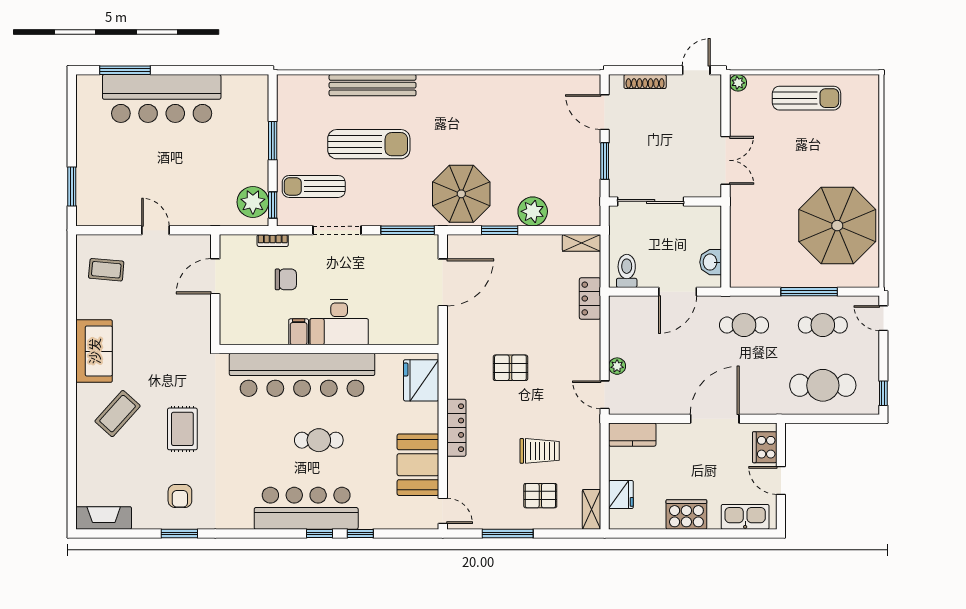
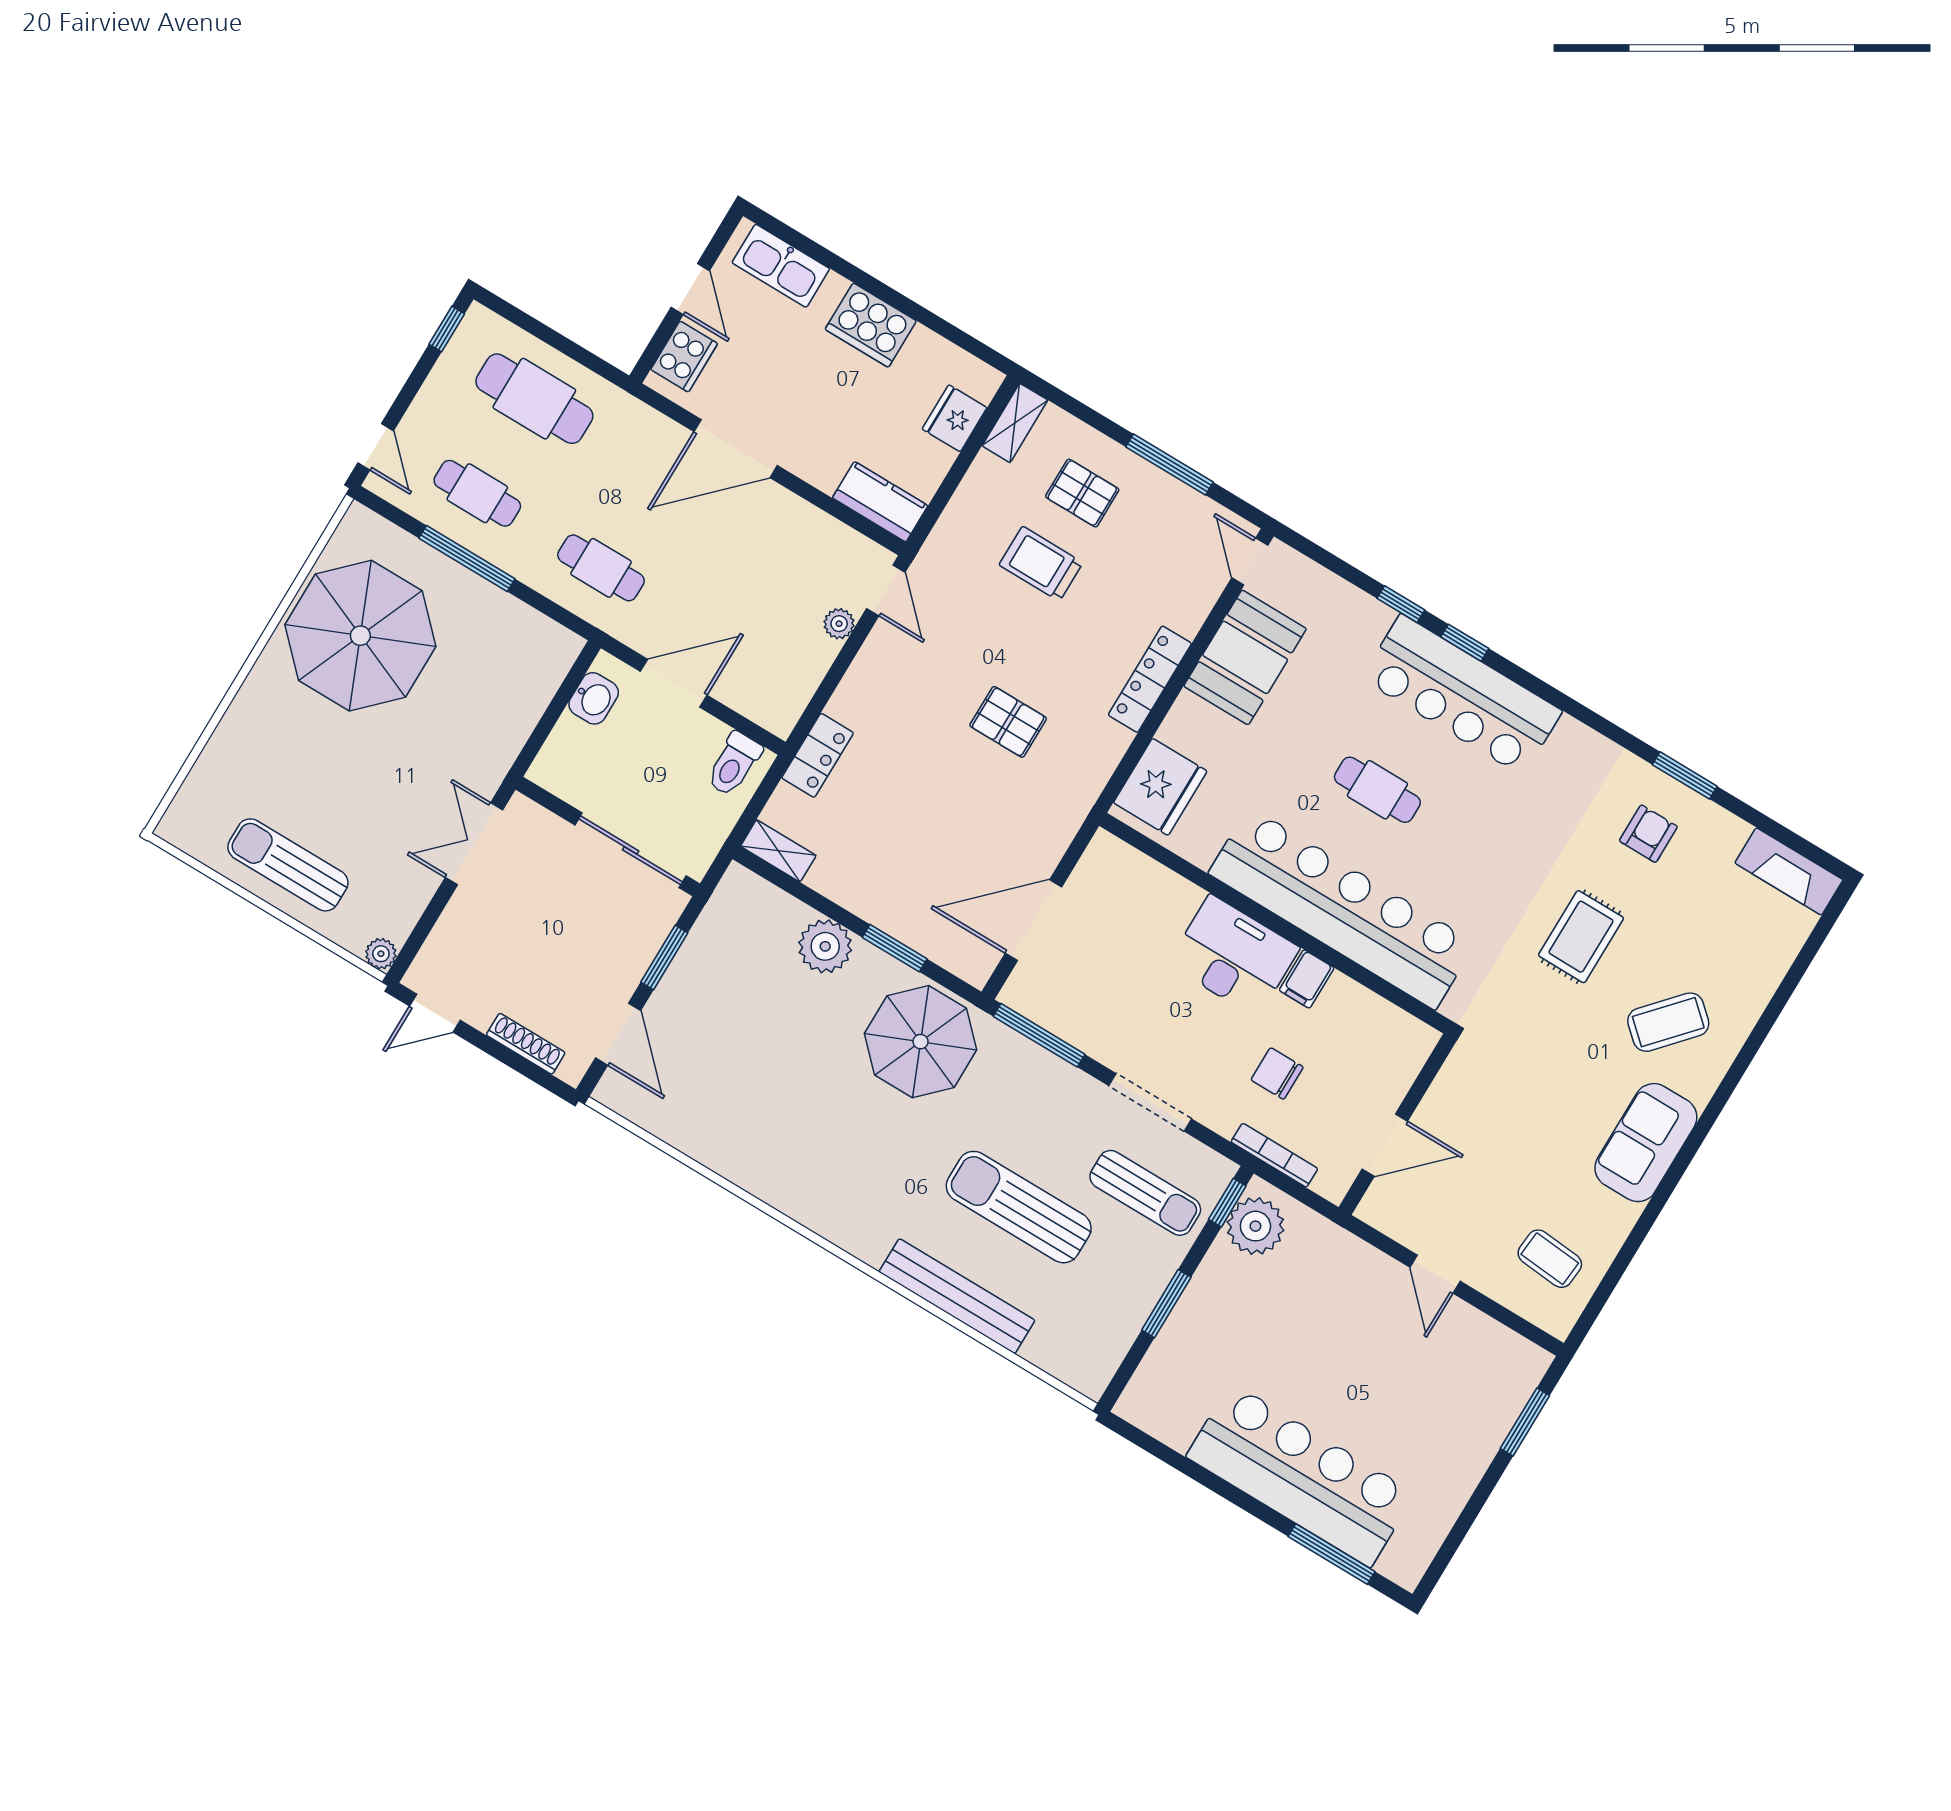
bookcase: (273, 240) -> (1274, 1155), width x1.56

